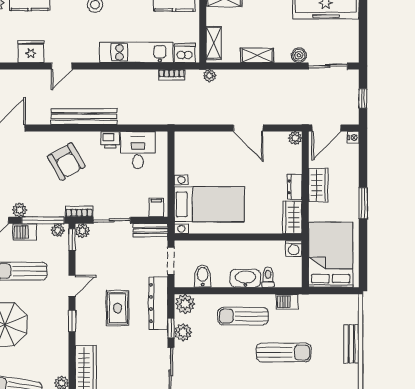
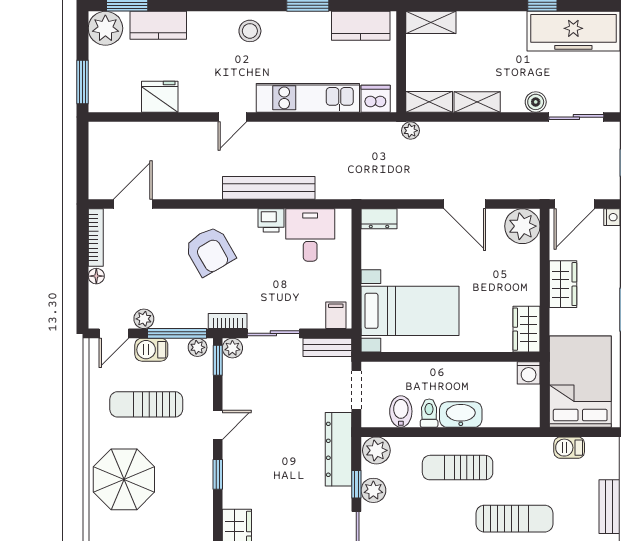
shelving: (214, 43) -> (429, 102), moved, turned 90
door: (62, 66) -> (232, 117), moved
bookcase: (172, 75) -> (358, 129), removed
bench: (84, 117) -> (269, 188), moved
plant: (295, 138) -> (522, 226), width x1.88, depth x1.88
dresser: (295, 187) -> (379, 219), moved, turned -90
toilet: (268, 277) -> (429, 413), moved
barbecue: (287, 302) -> (569, 448), moved
rug: (118, 308) -> (281, 457), removed

